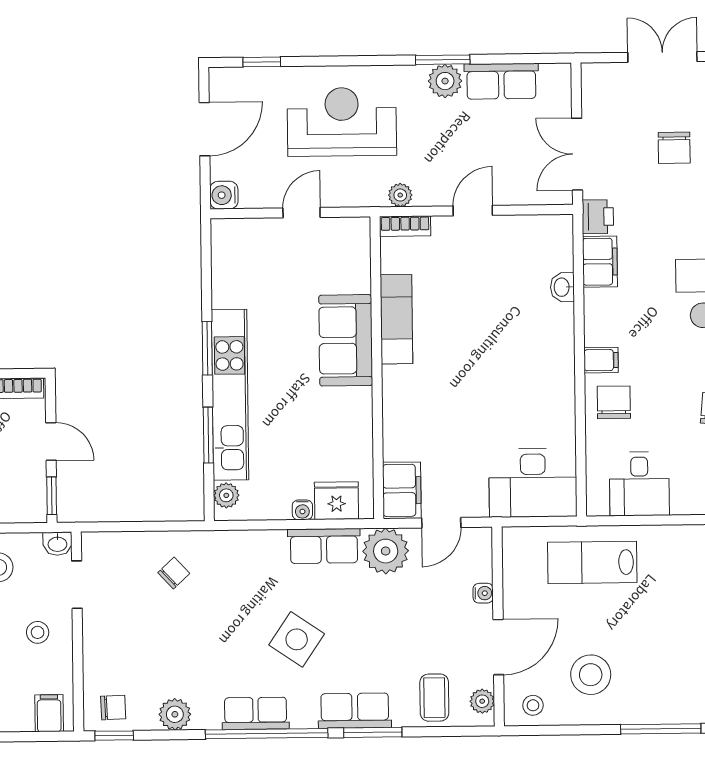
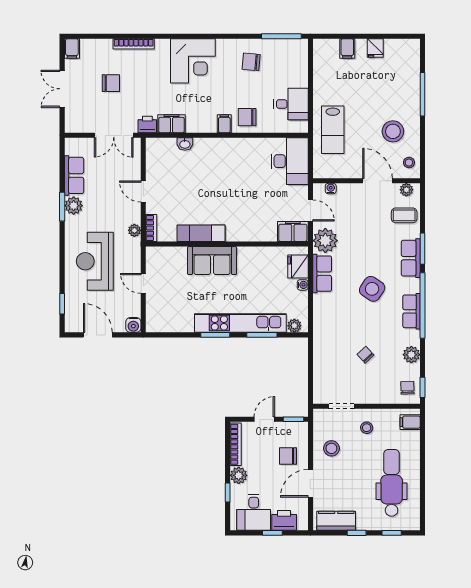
washbasin: (57, 544) -> (319, 416), removed
chair: (174, 573) -> (365, 355), moved
water cooler: (483, 593) -> (331, 189), moved

